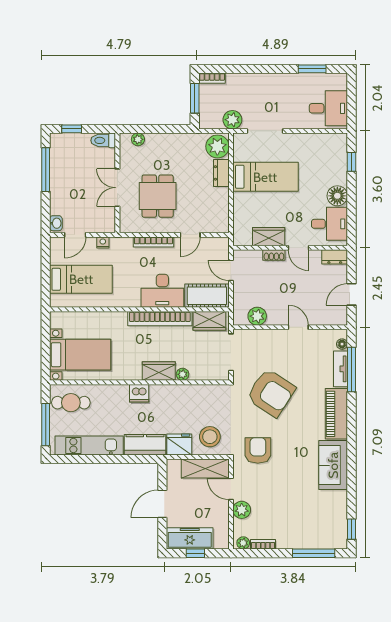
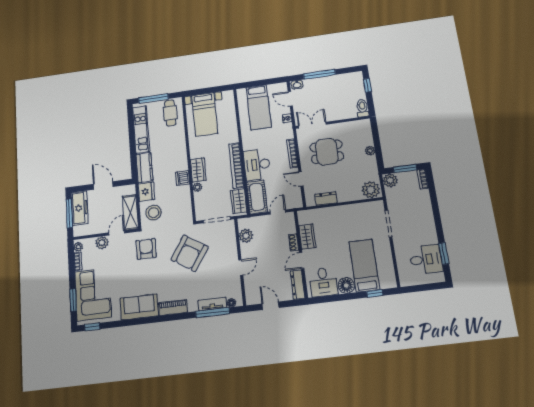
desk: (328, 108) -> (426, 259), moved, turned -90
plant: (232, 120) -> (390, 180), moved
plant: (138, 139) -> (370, 151), moved
window: (46, 170) -> (319, 74), moved
dresser: (221, 173) -> (326, 199), moved
bed: (265, 177) -> (364, 265), moved, turned 180
double door: (117, 188) -> (312, 125), moved
dresser: (335, 257) -> (298, 285), width x1.44
dishwasher: (139, 393) -> (183, 178), moved
piano: (336, 414) -> (173, 308), width x0.73, depth x0.75
armchair: (258, 450) -> (146, 249), turned -90
corner sofa: (309, 526) -> (93, 294), added
window: (195, 553) -> (69, 213), width x2.17
window: (314, 553) -> (73, 300), width x0.69

